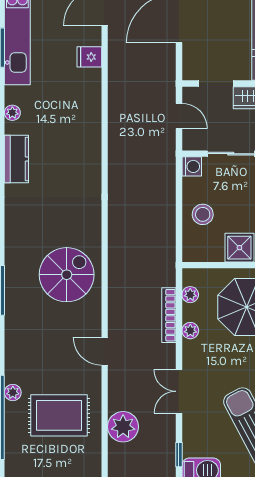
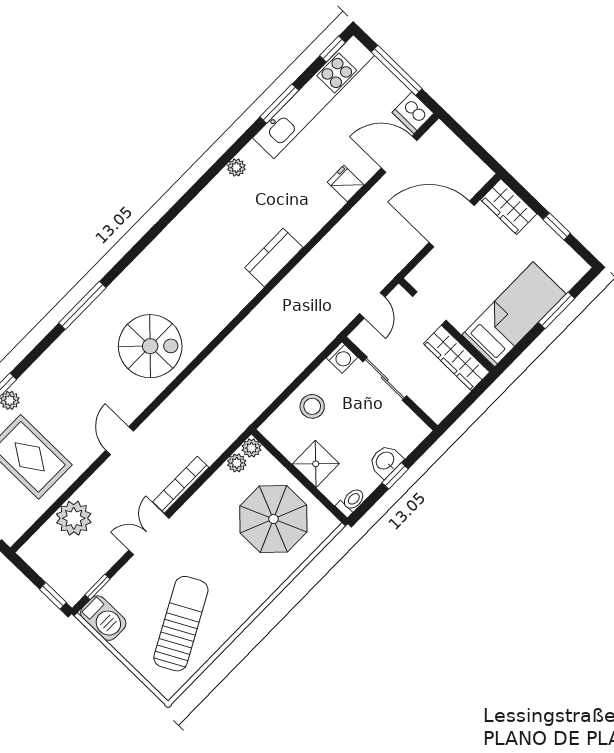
kitchen counter: (16, 159) -> (274, 258), moved, turned 180
bookcase: (169, 315) -> (181, 485), moved
plant: (190, 331) -> (251, 448), moved

